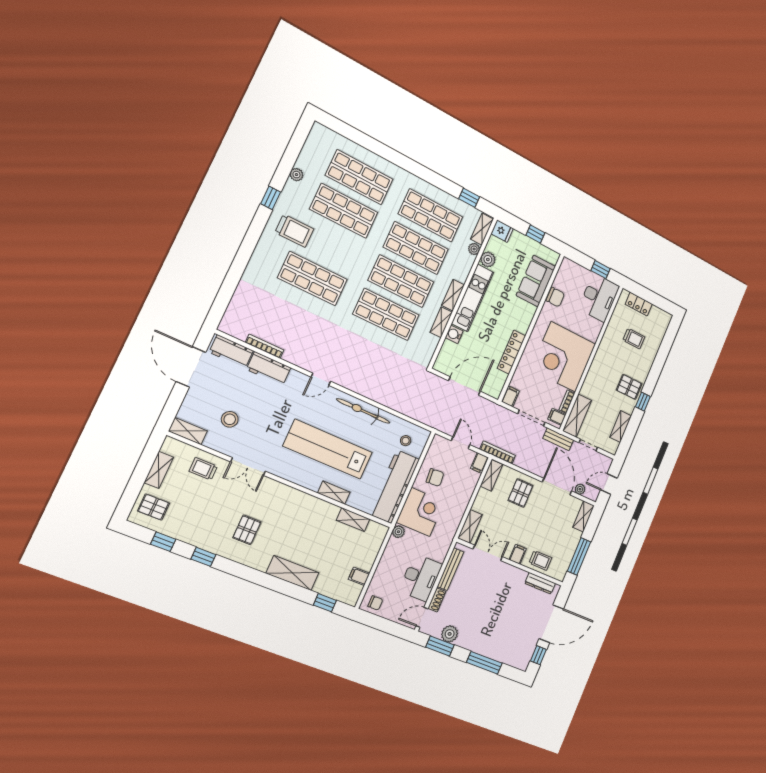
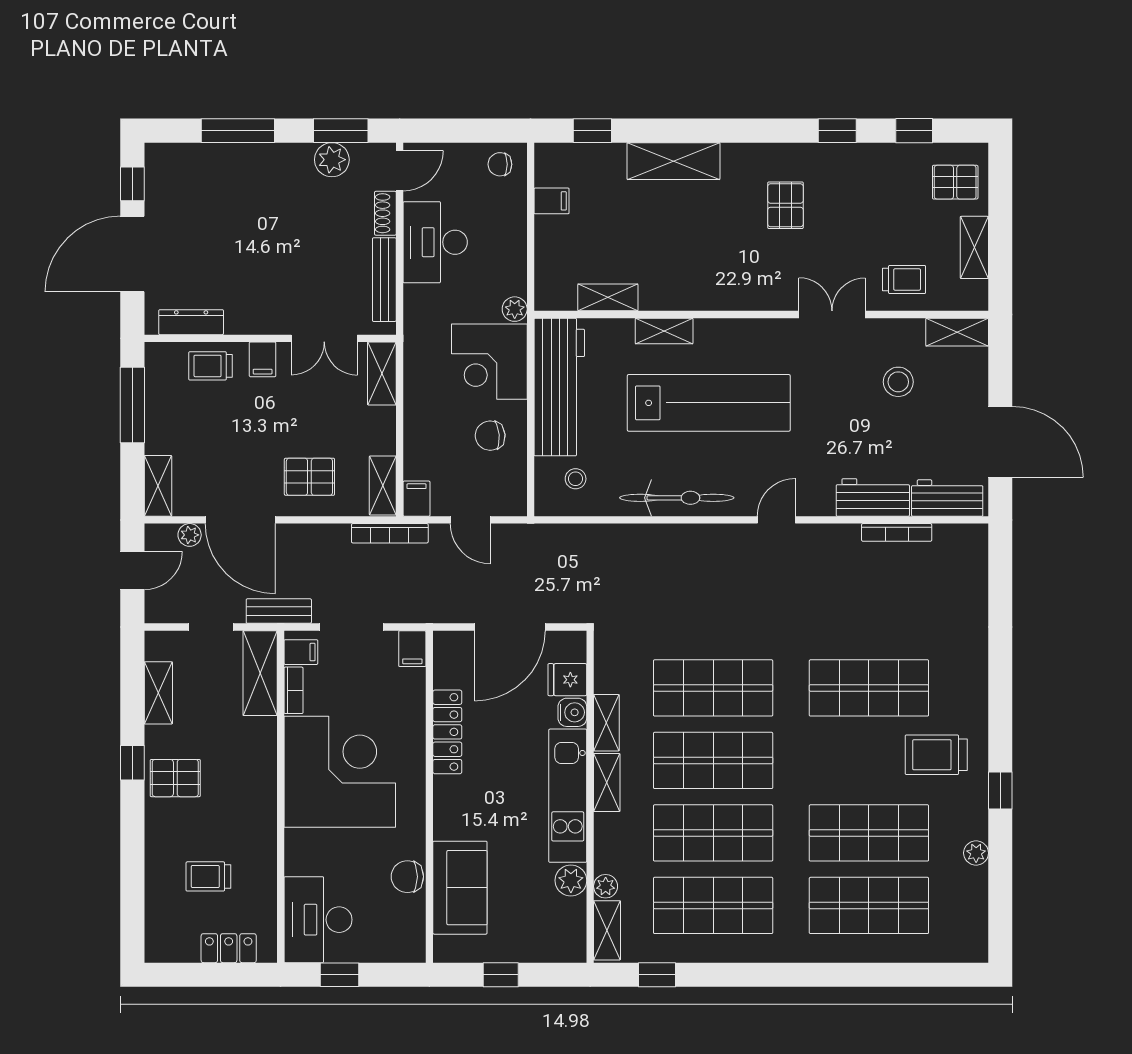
fridge: (502, 231) -> (567, 680), moved
pallet: (520, 493) -> (309, 477), turned 90

